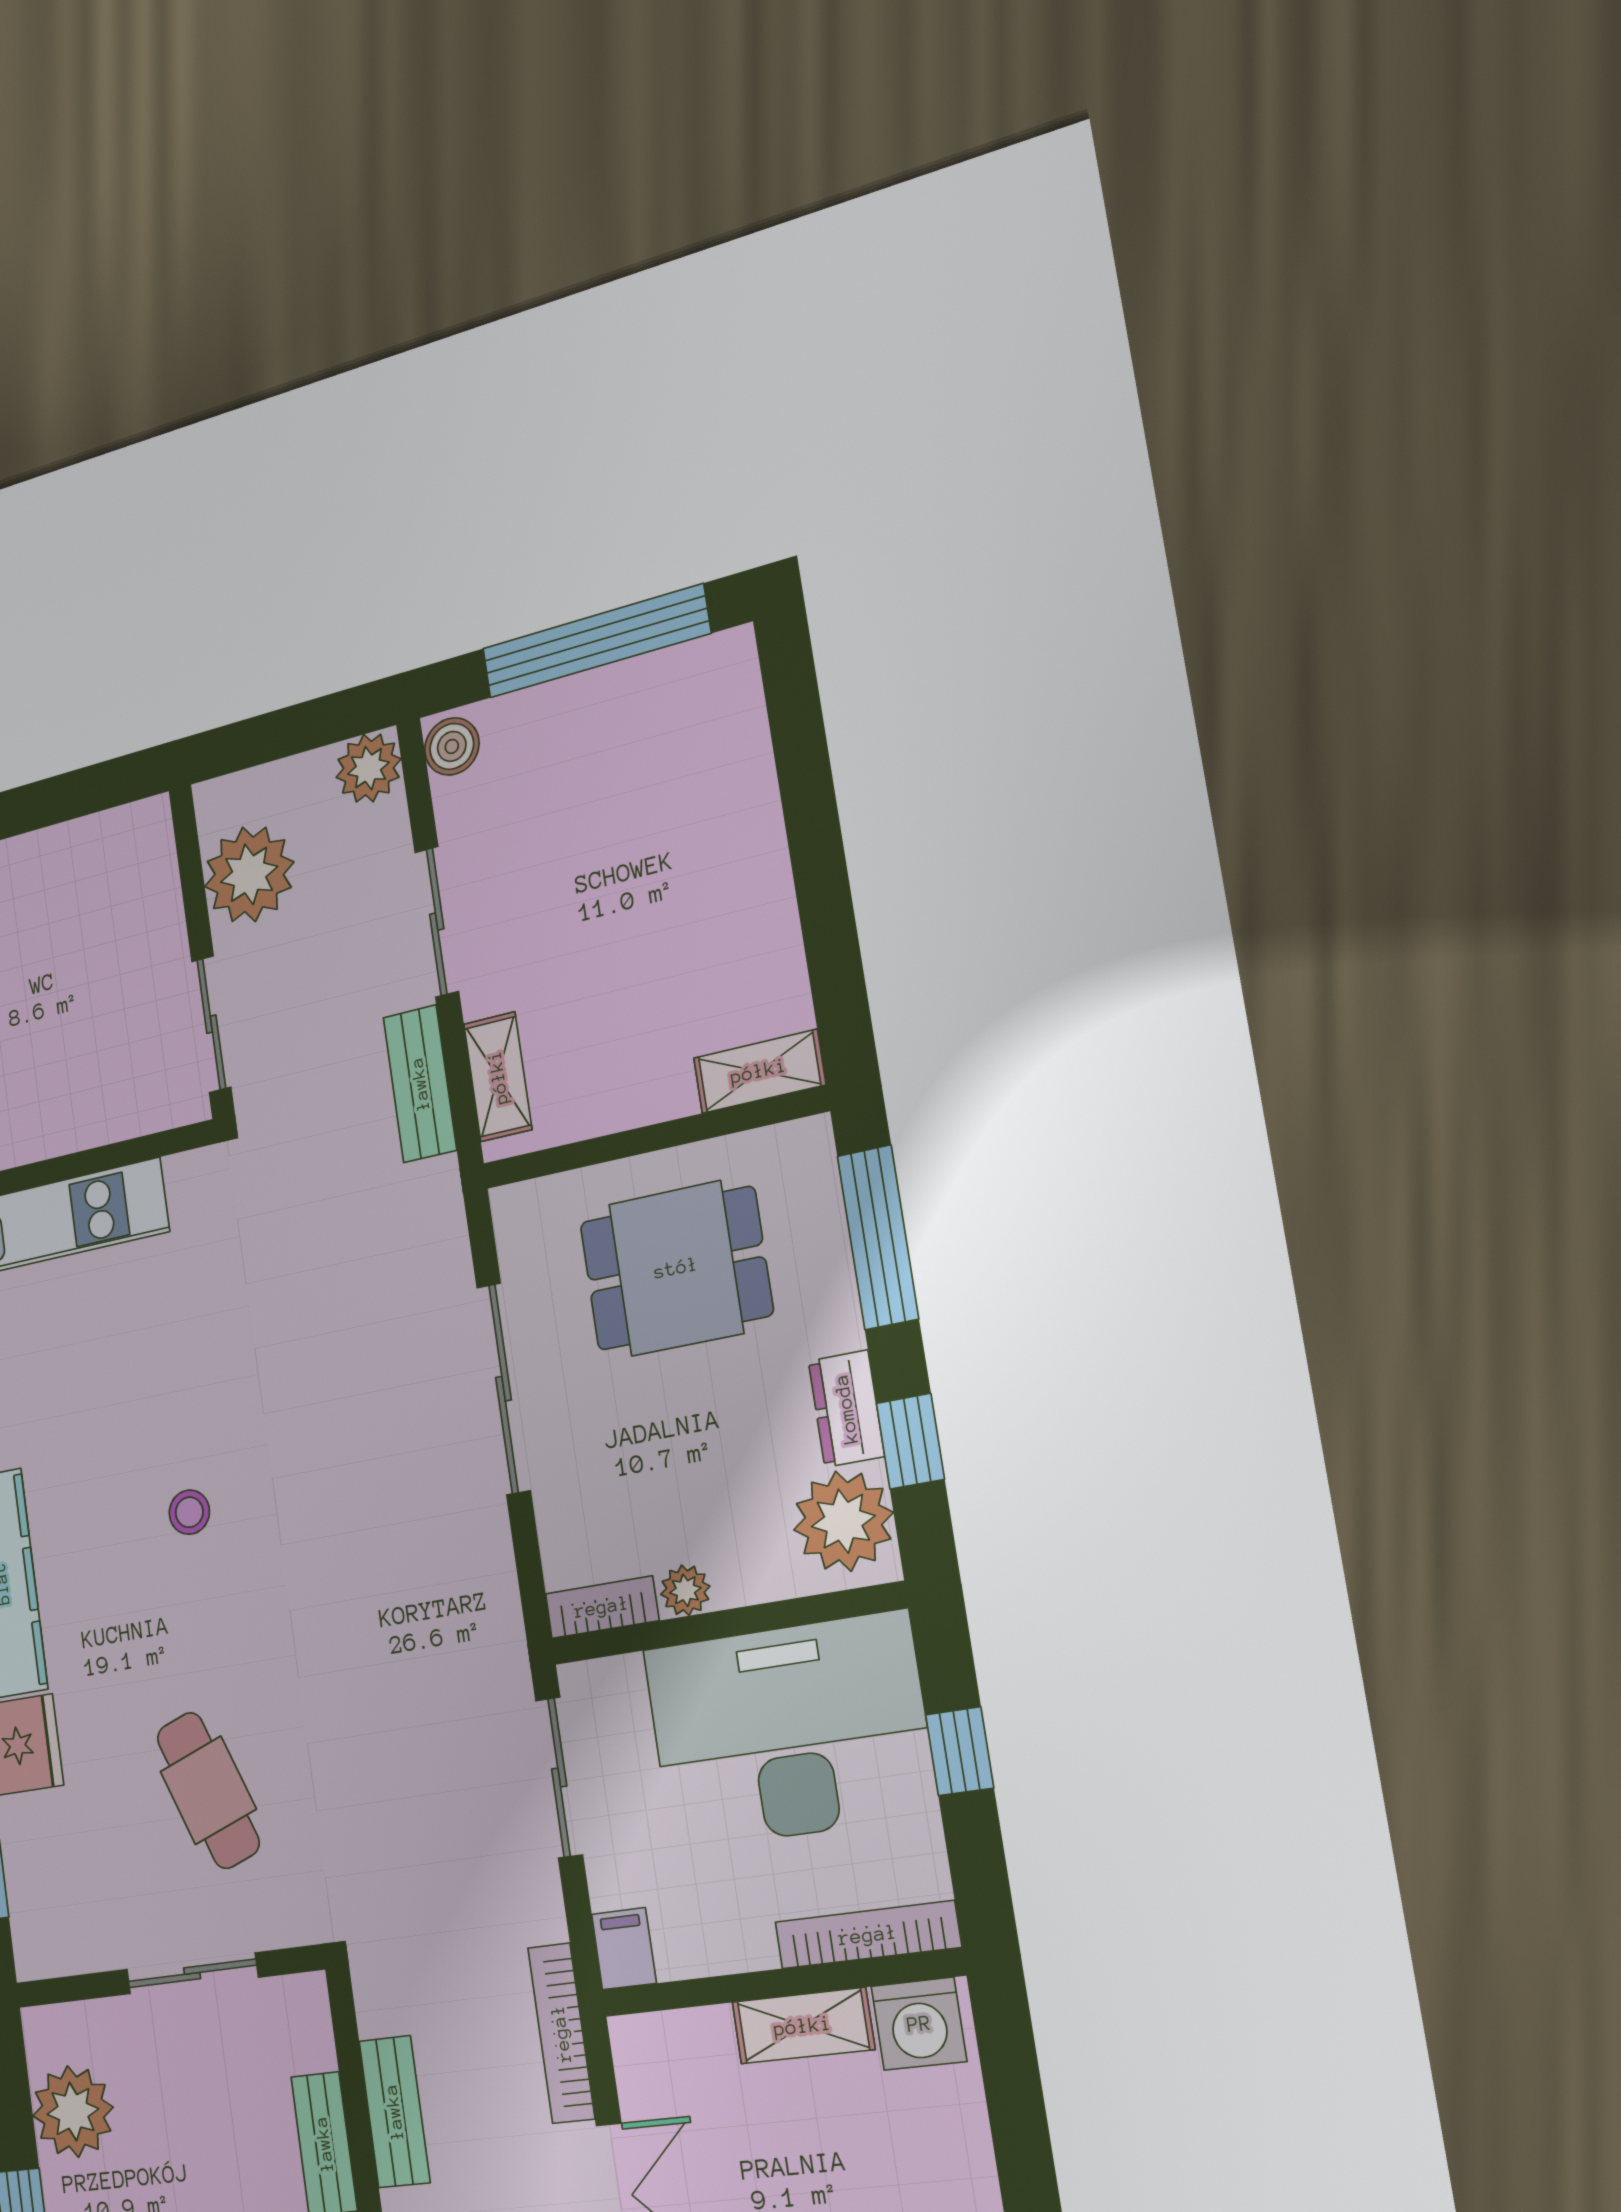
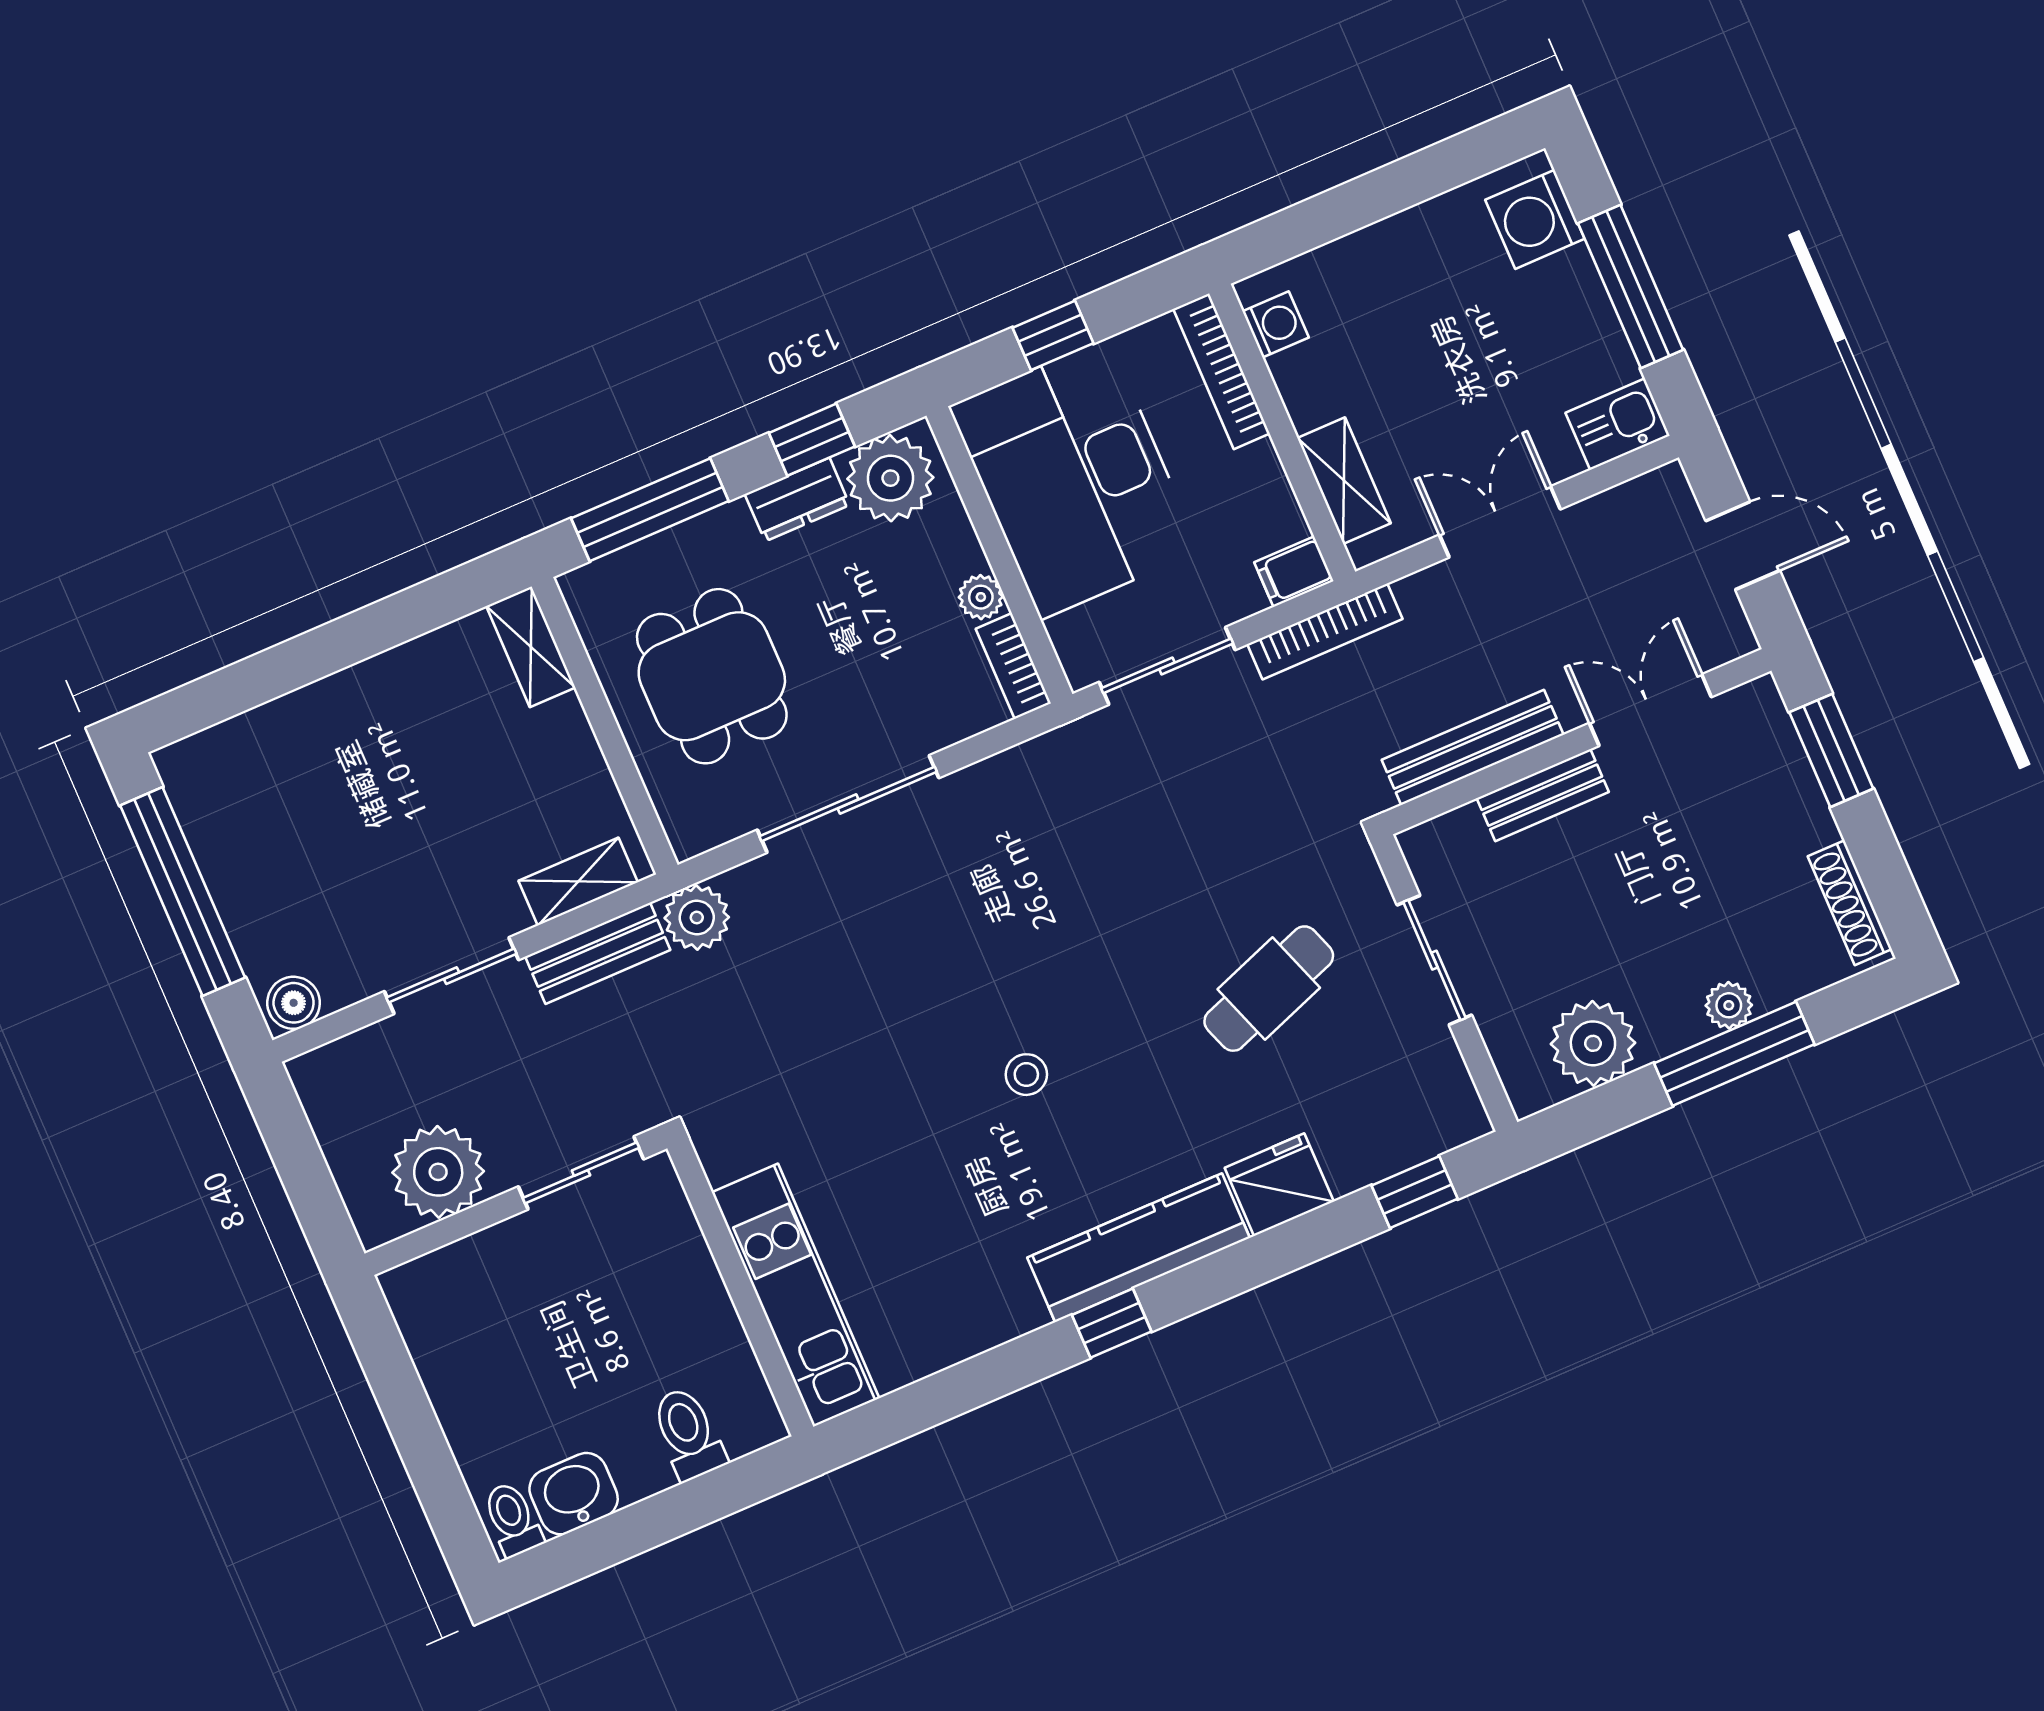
plant: (368, 768) -> (697, 918), moved
washing machine: (919, 2024) -> (1276, 324), width x0.73, depth x0.73
shelving: (803, 2026) -> (1344, 481), moved
bookcase: (561, 2033) -> (1325, 632), moved
bench: (394, 2112) -> (1473, 747), width x1.36

